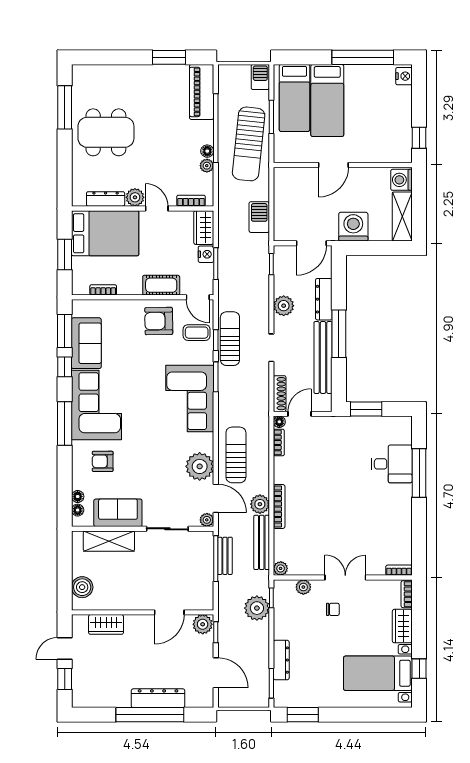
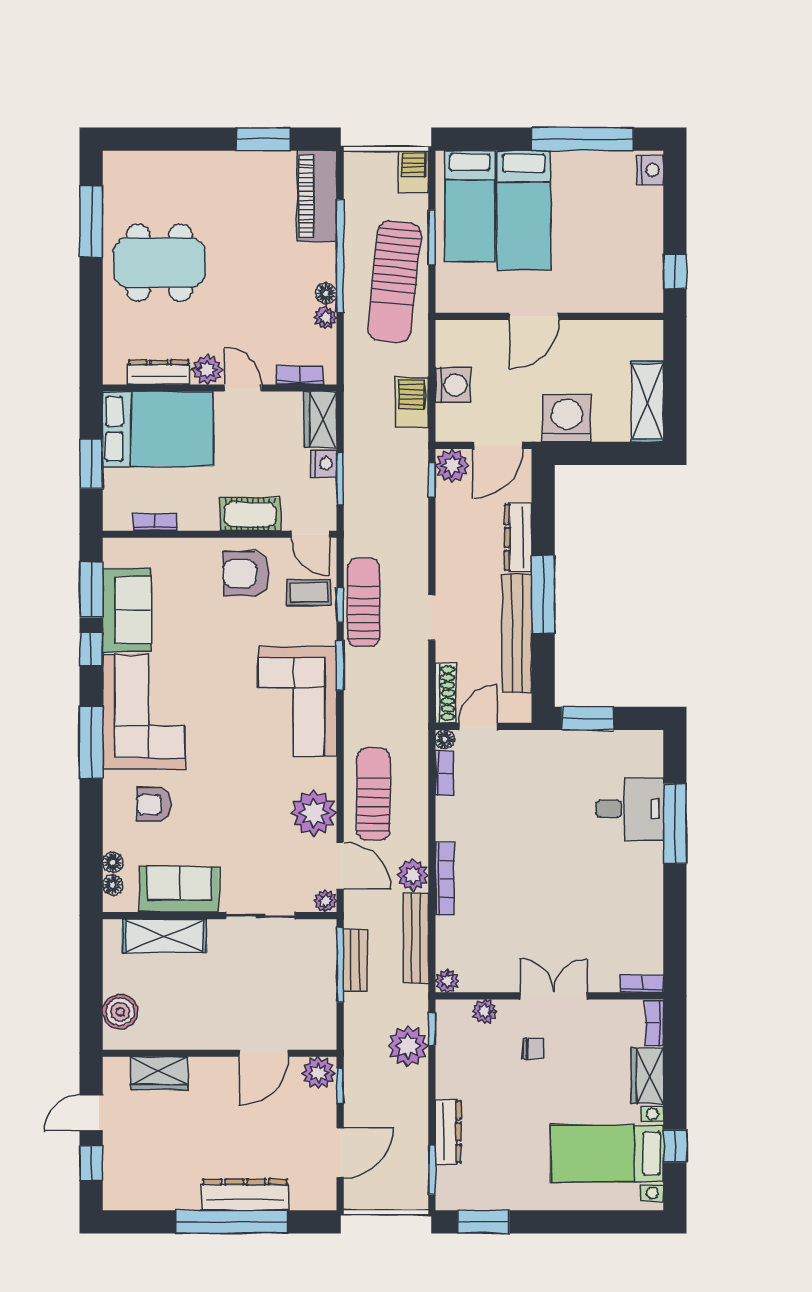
washing machine: (401, 180) -> (453, 385), moved, turned 180
plant: (284, 306) -> (452, 466), moved
door: (216, 673) -> (340, 1153), hinge flipped

